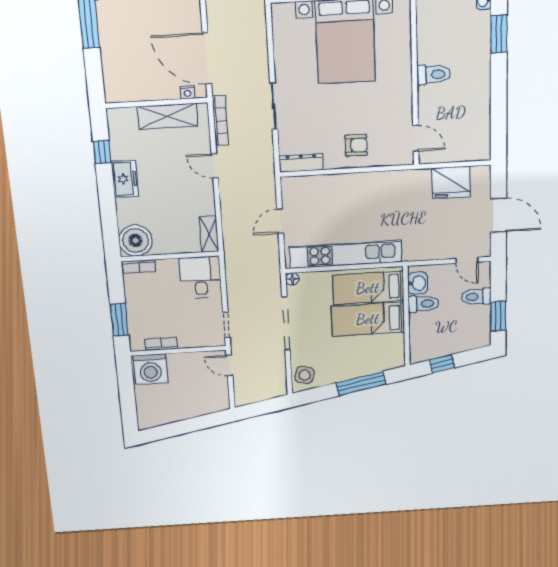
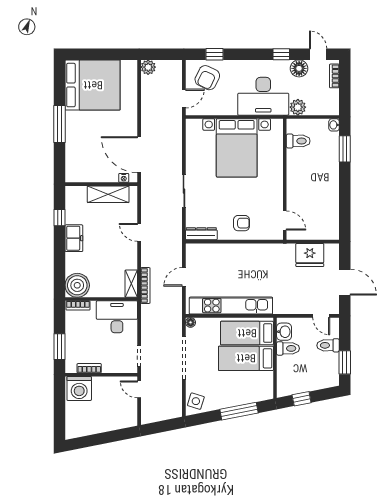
toilet: (433, 75) -> (298, 141), moved
bookcase: (220, 121) -> (145, 286), moved
desk: (200, 277) -> (117, 317), width x1.37

